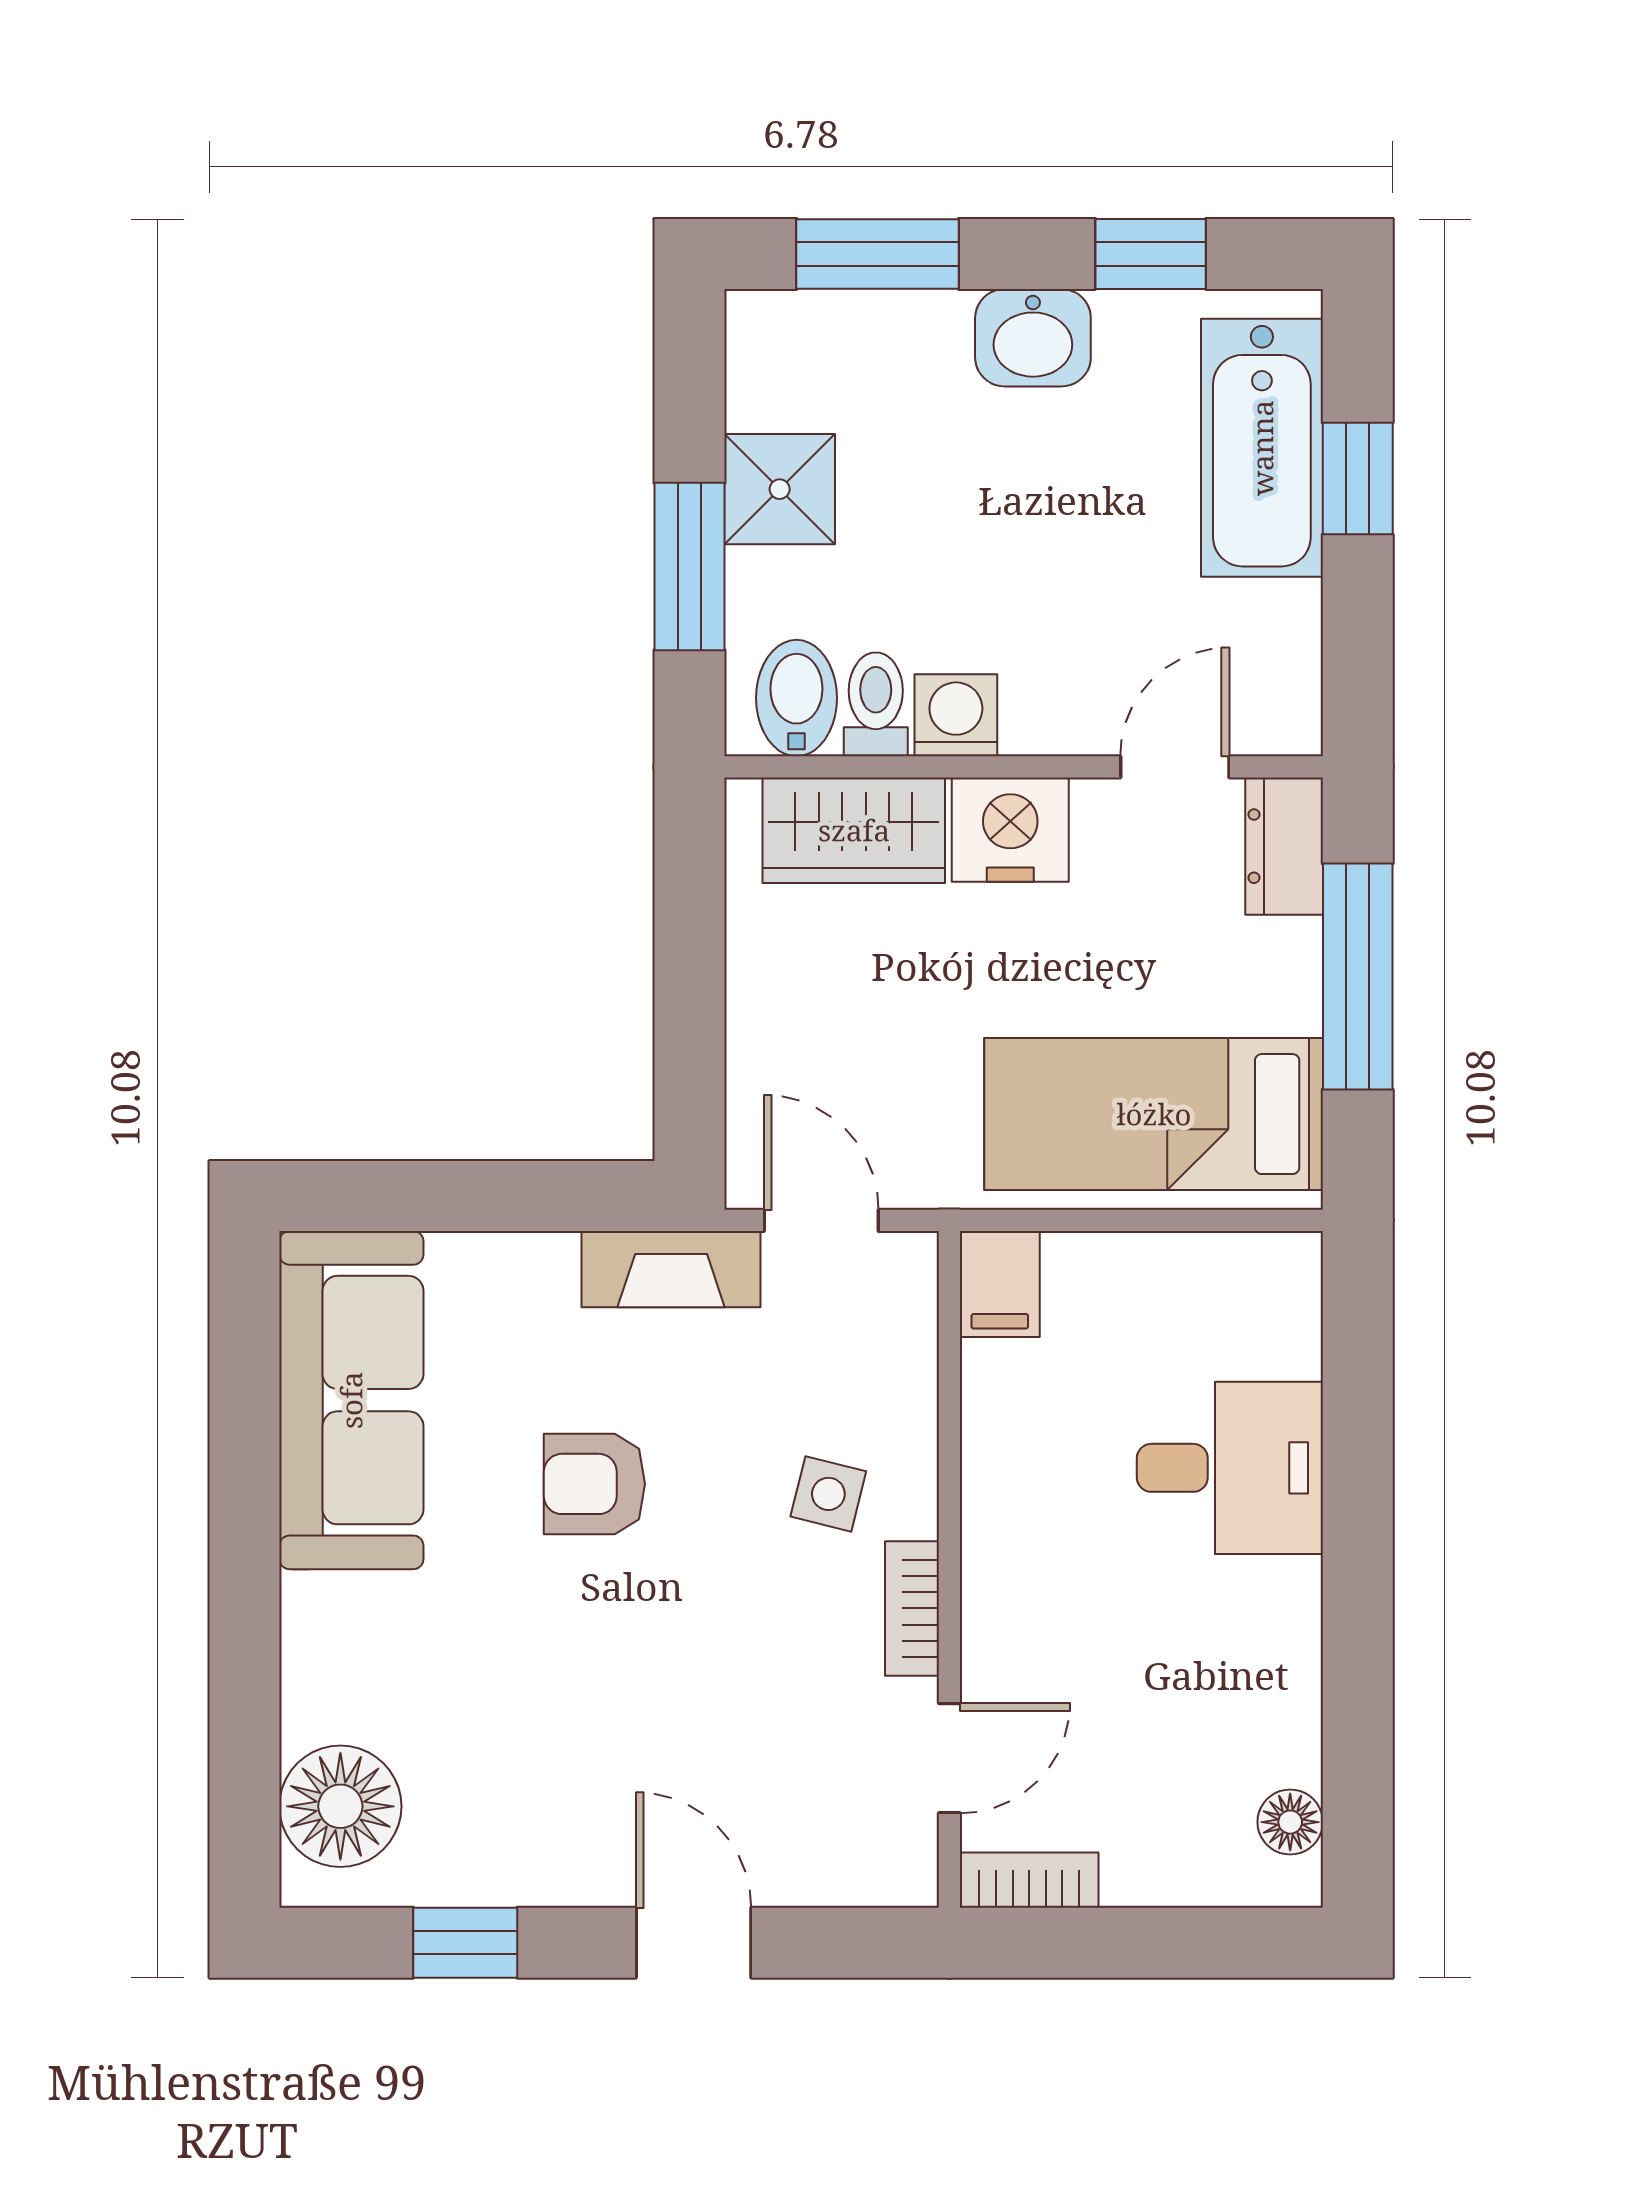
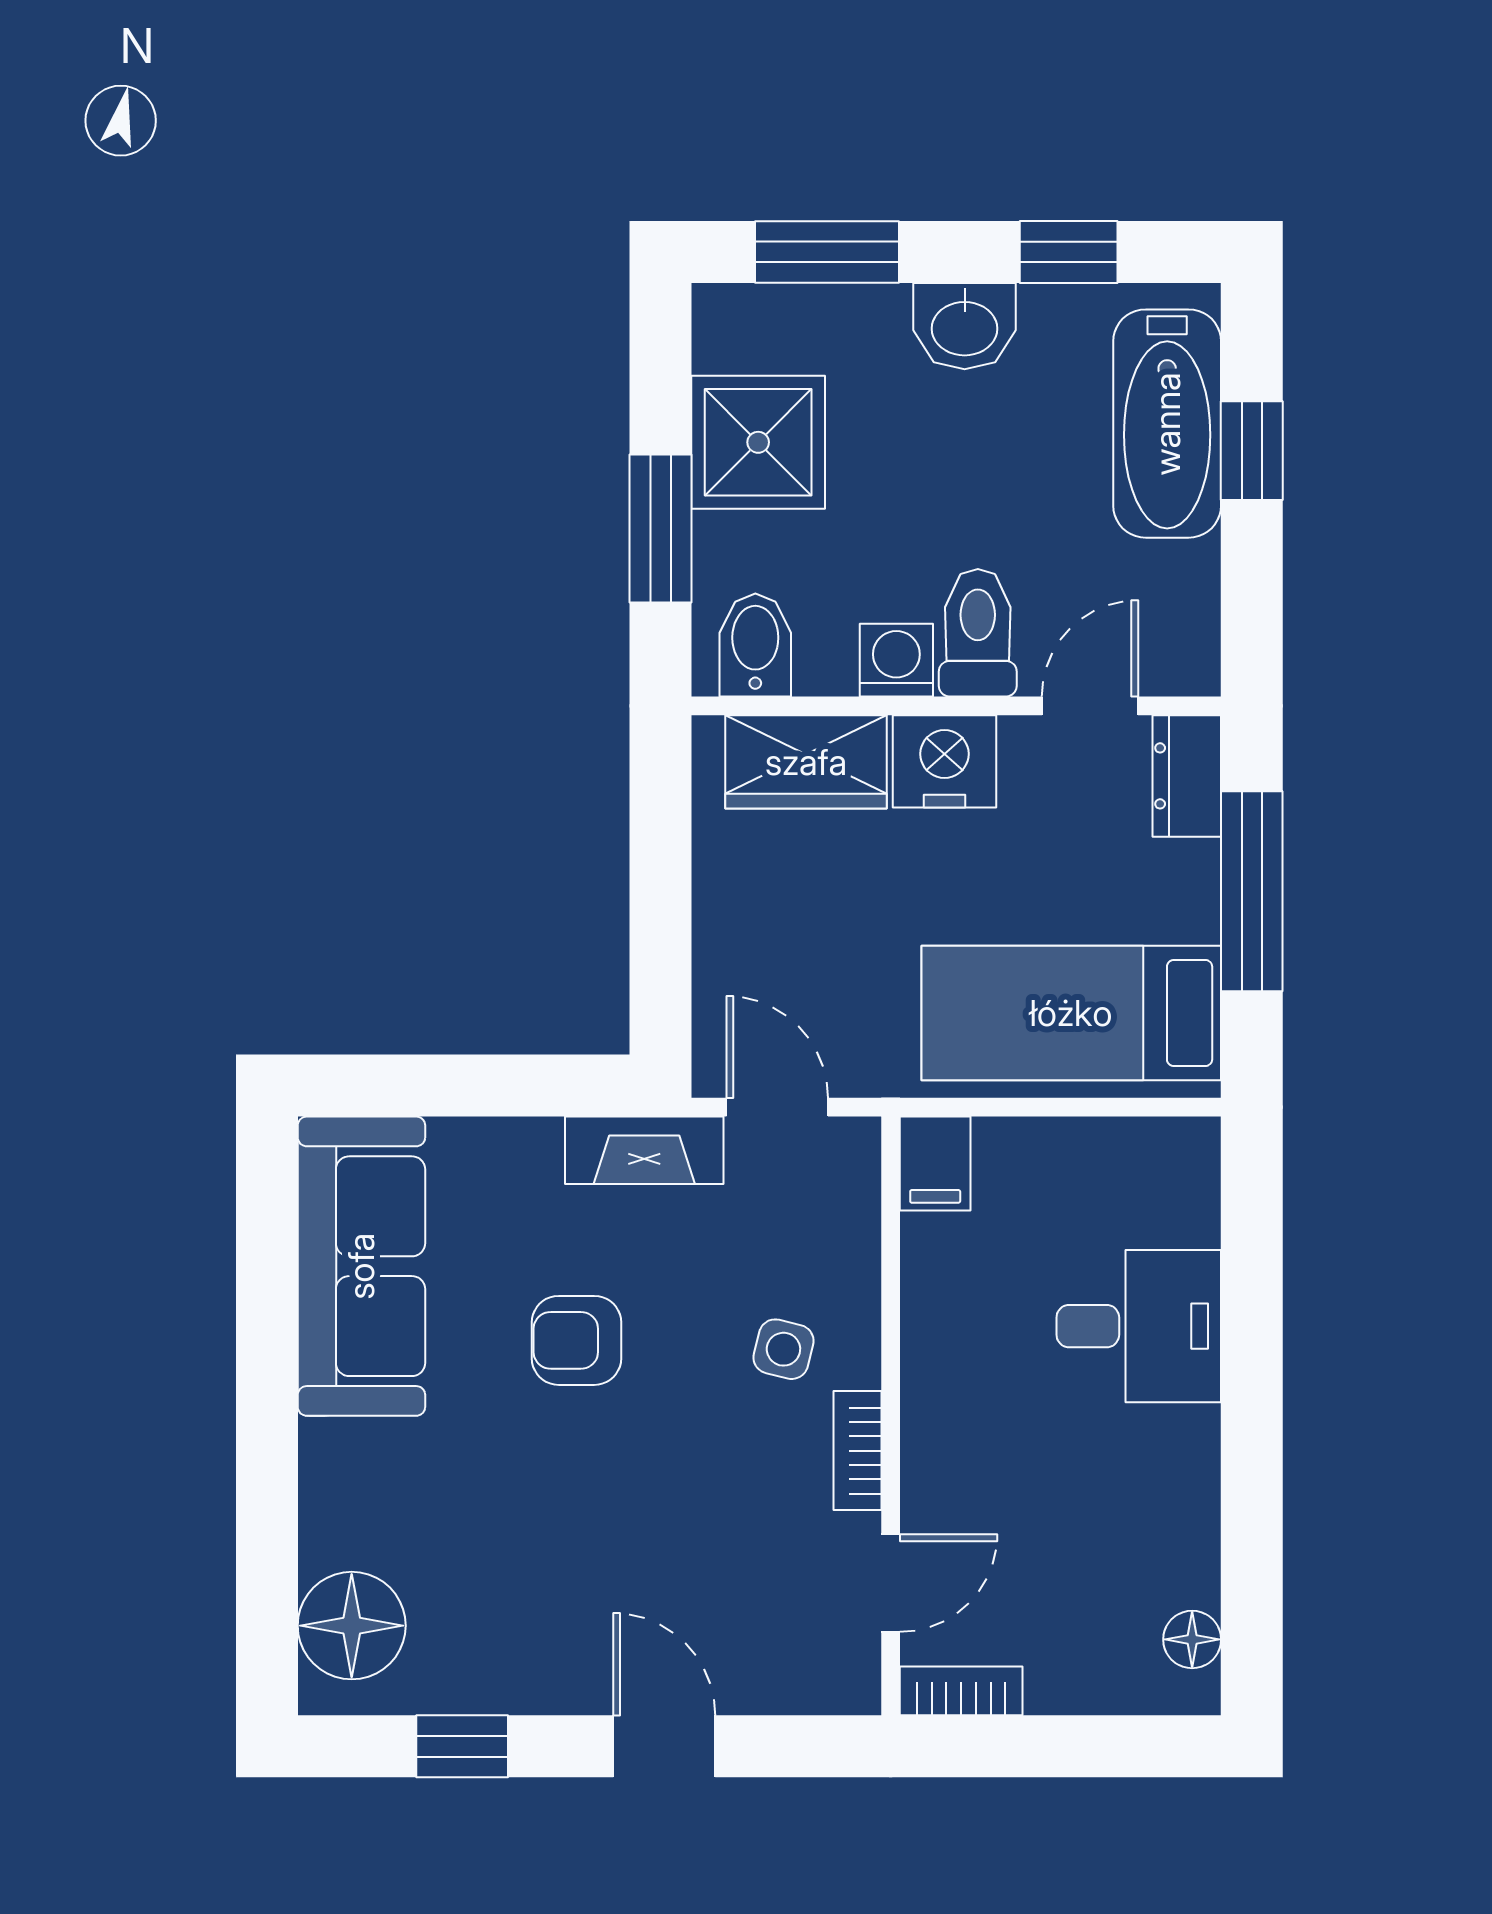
shower: (780, 489) -> (758, 442), width x1.36, depth x1.36
toilet: (876, 704) -> (978, 633), moved, width x1.37, depth x1.39

